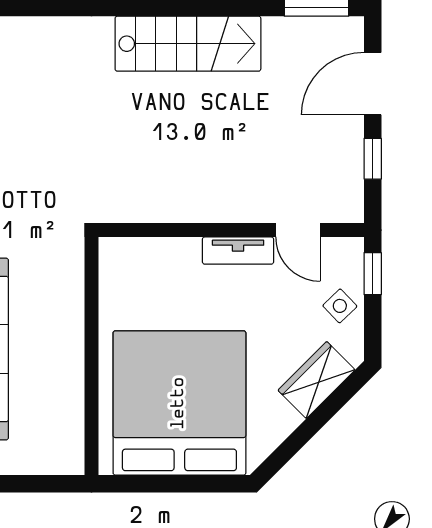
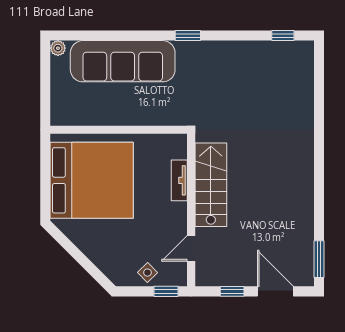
stairs: (188, 44) -> (211, 185), moved, turned 180
tv unit: (238, 251) -> (179, 180), moved
wardrobe: (316, 380) -> (105, 259), removed

